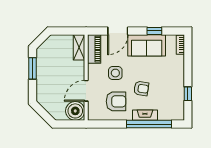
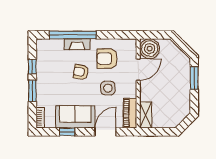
window: (32, 68) -> (194, 78), moved
window: (188, 70) -> (32, 91), added

